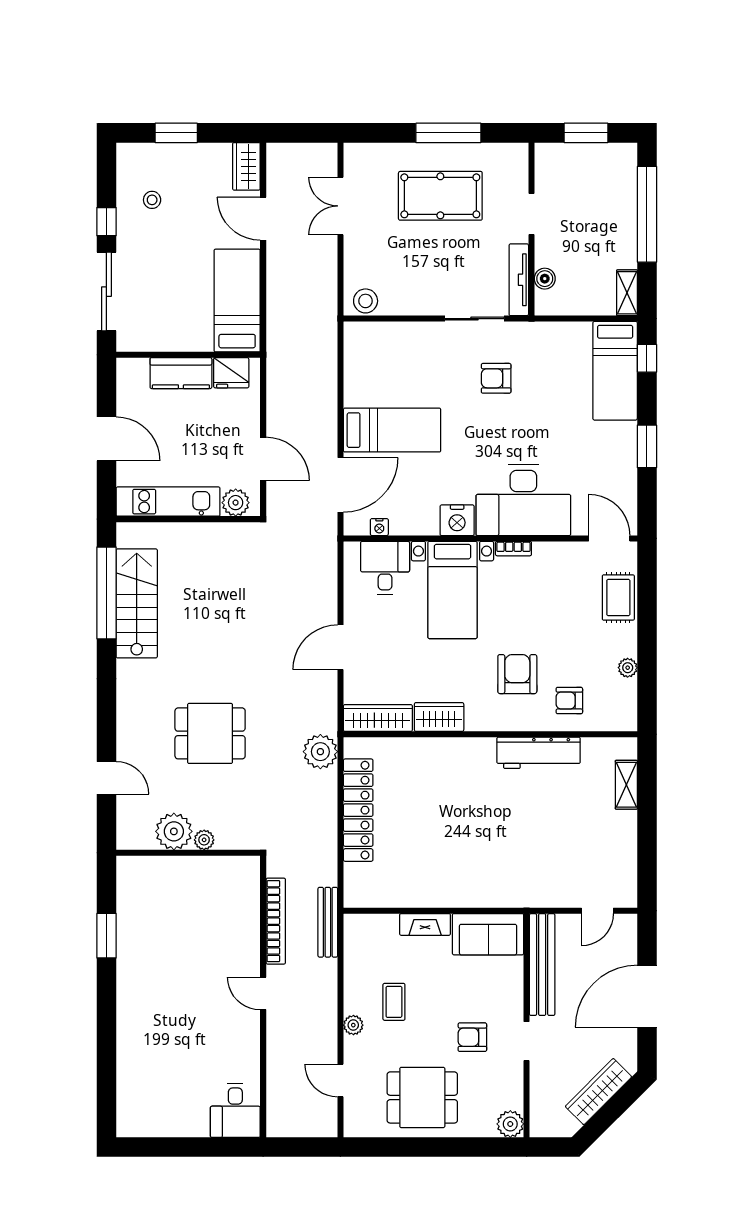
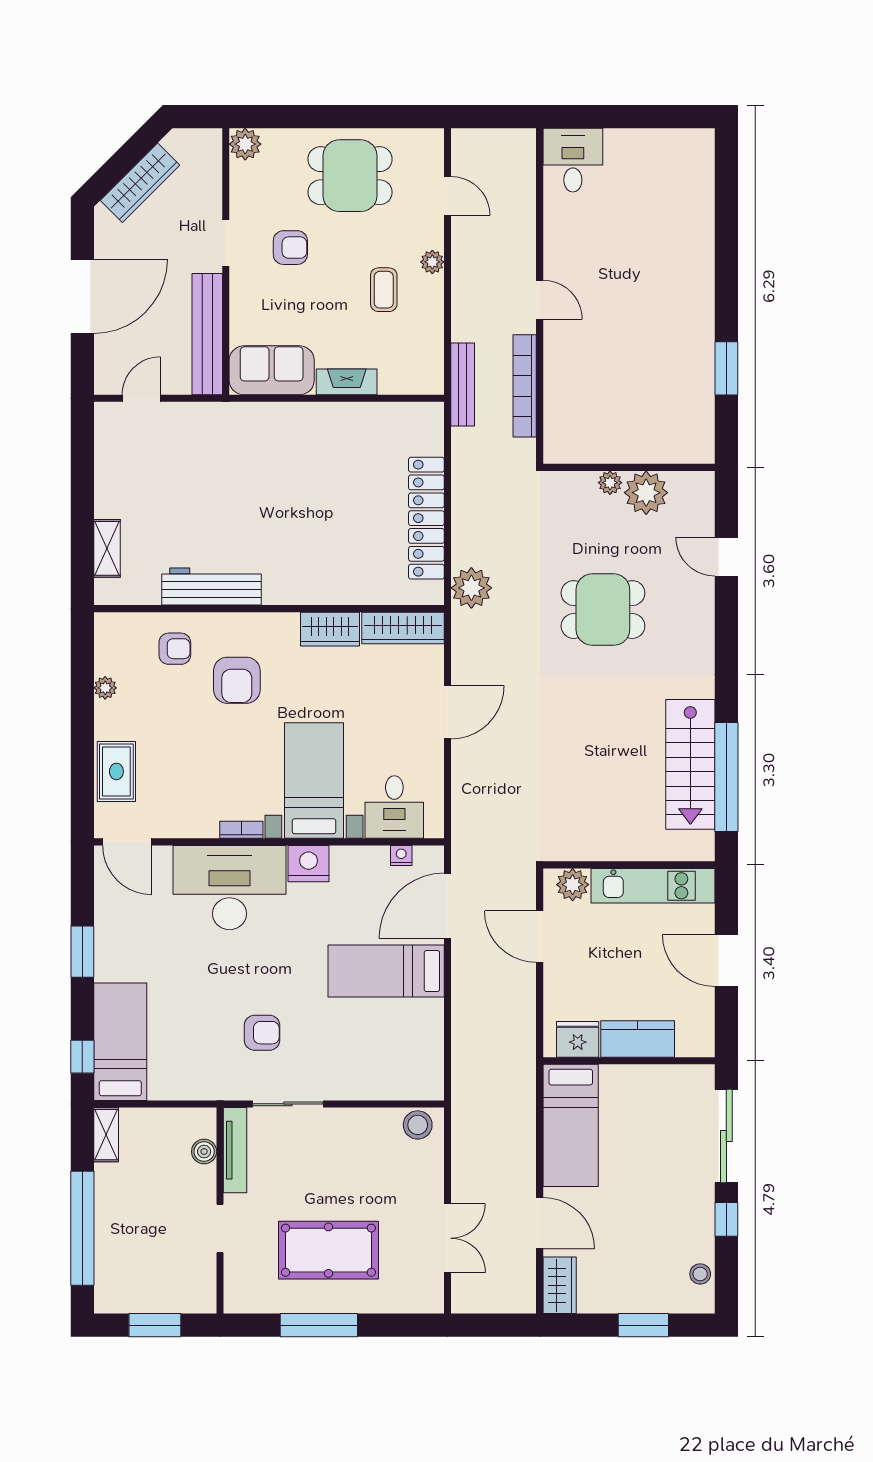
stool: (152, 200) -> (700, 1274), moved

